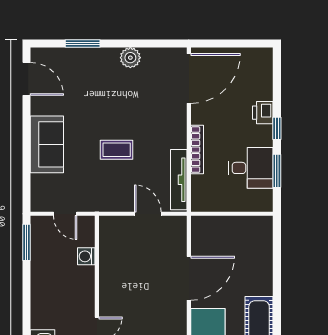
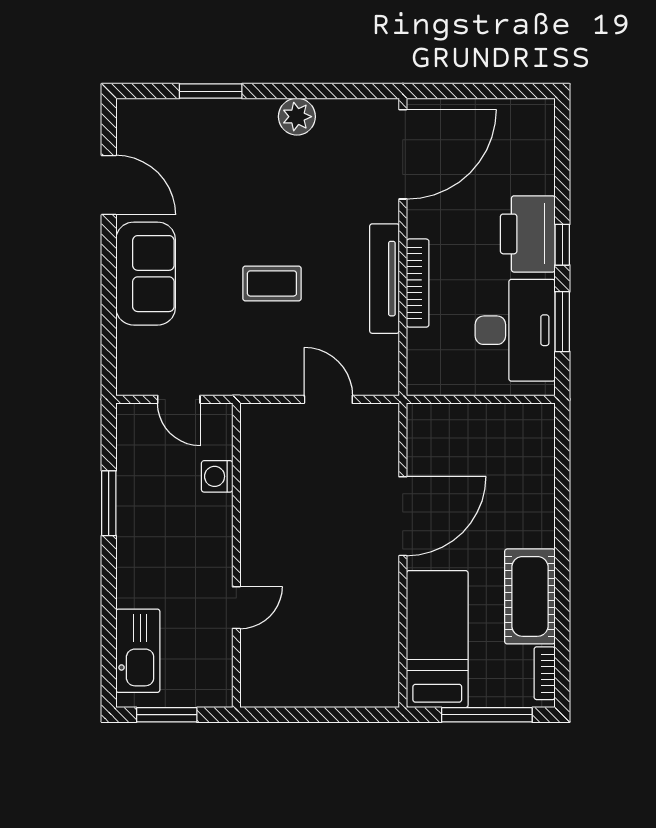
door: (26, 79) -> (109, 185), moved
printer: (263, 113) -> (528, 234), width x1.87, depth x1.48
desk: (251, 168) -> (515, 330), width x1.37
tv unit: (179, 180) -> (384, 279), moved
window: (26, 242) -> (109, 503), moved

